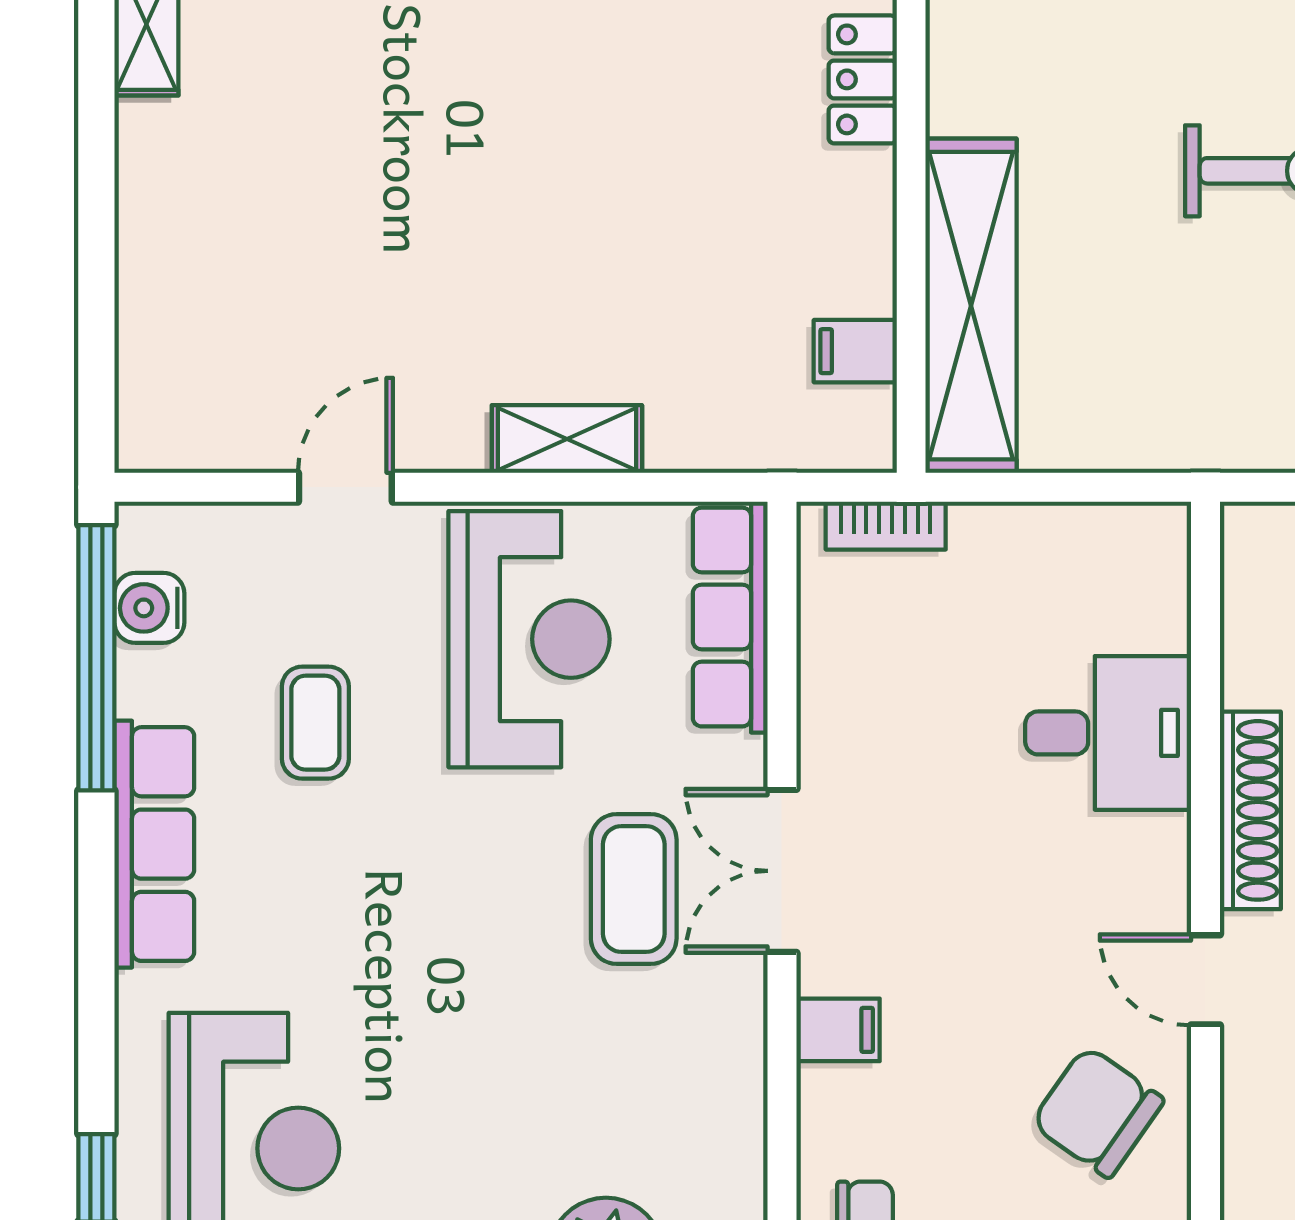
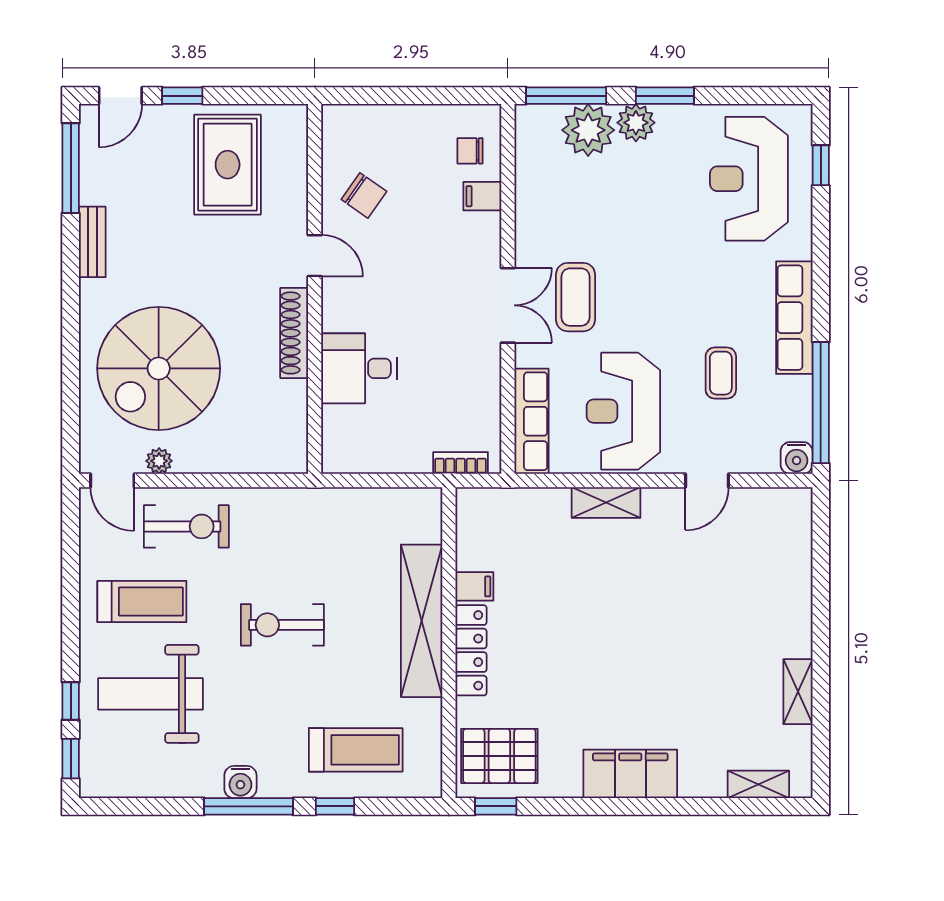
locker: (863, 79) -> (471, 650), width x1.53
shelving: (971, 306) -> (422, 621), moved
filing cabinet: (855, 351) -> (474, 586), moved
water cooler: (149, 608) -> (797, 458), moved, turned 90
filing cabinet: (838, 1030) -> (482, 196), moved
chair: (1097, 1112) -> (364, 195), width x0.73, depth x0.73

